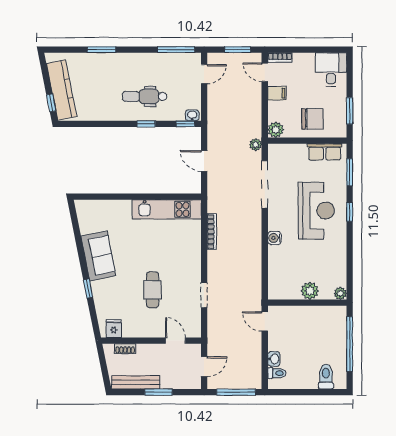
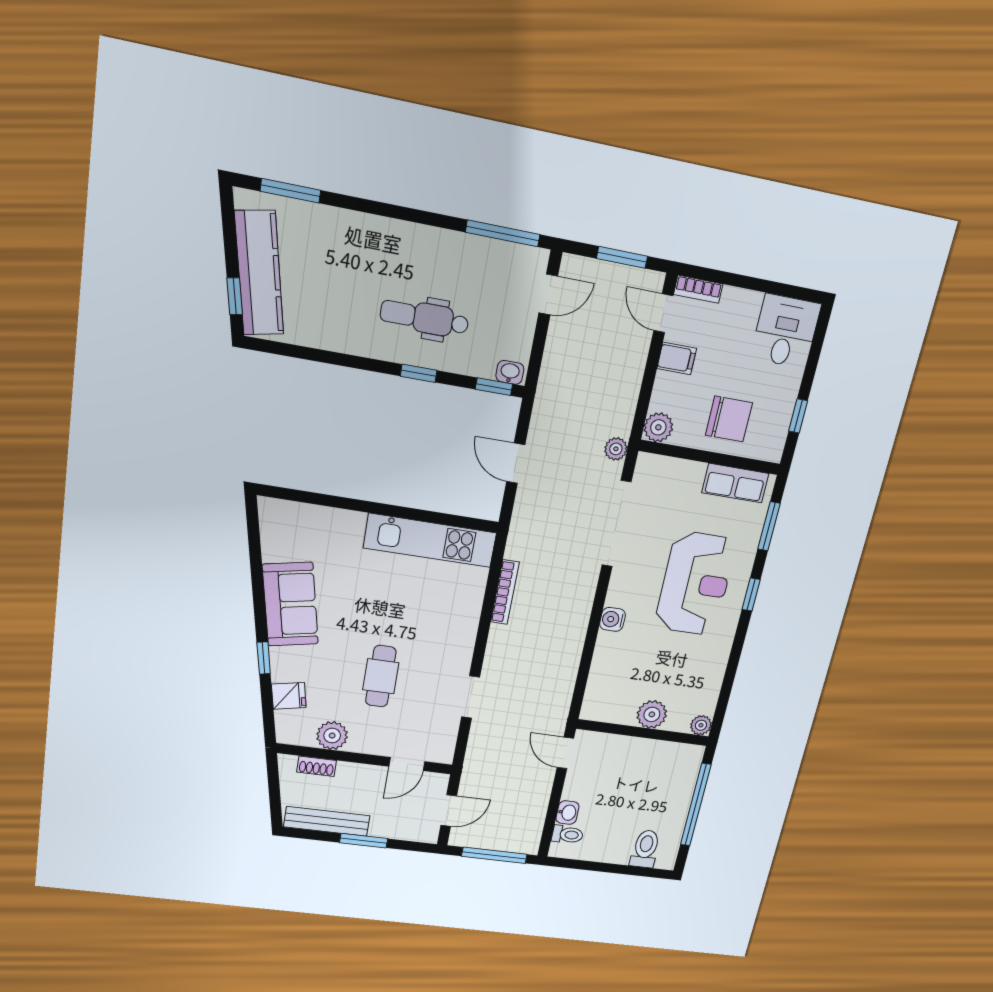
window: (102, 50) -> (291, 191), moved
window: (350, 111) -> (798, 416), width x0.67
fridge: (114, 329) -> (289, 696), moved, turned 79
plant: (131, 329) -> (332, 736), added
door: (175, 341) -> (407, 764), swing flipped

